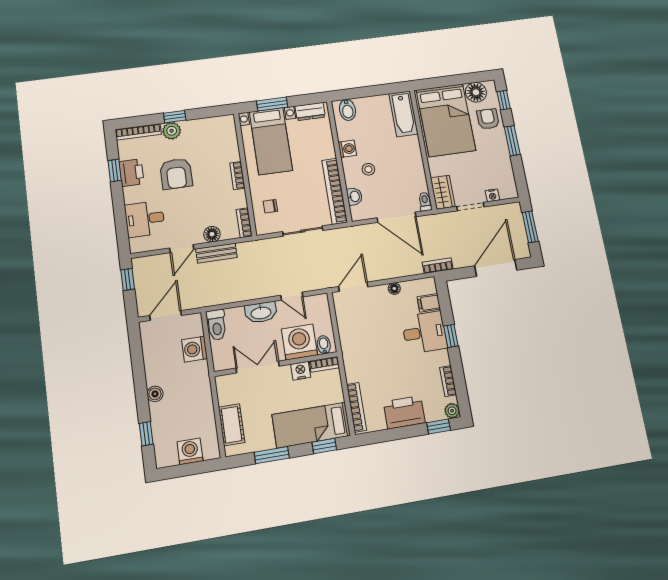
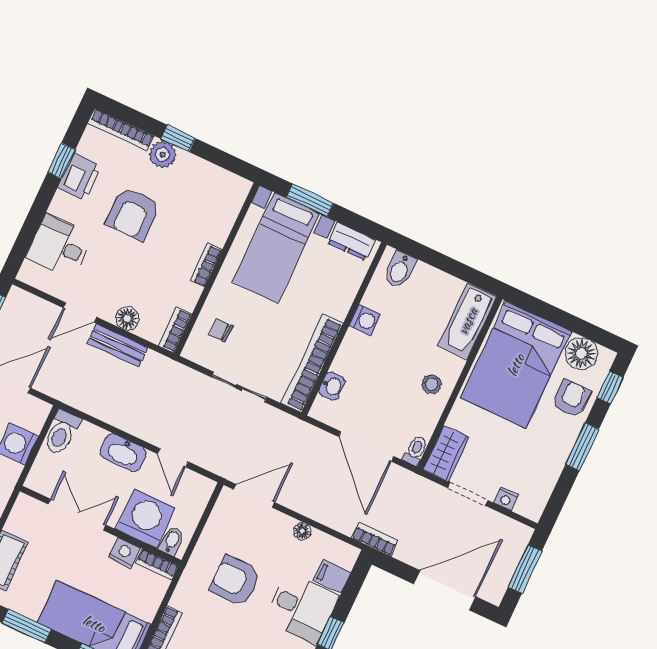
stool: (368, 169) -> (432, 384), moved
armchair: (376, 343) -> (235, 581), added

